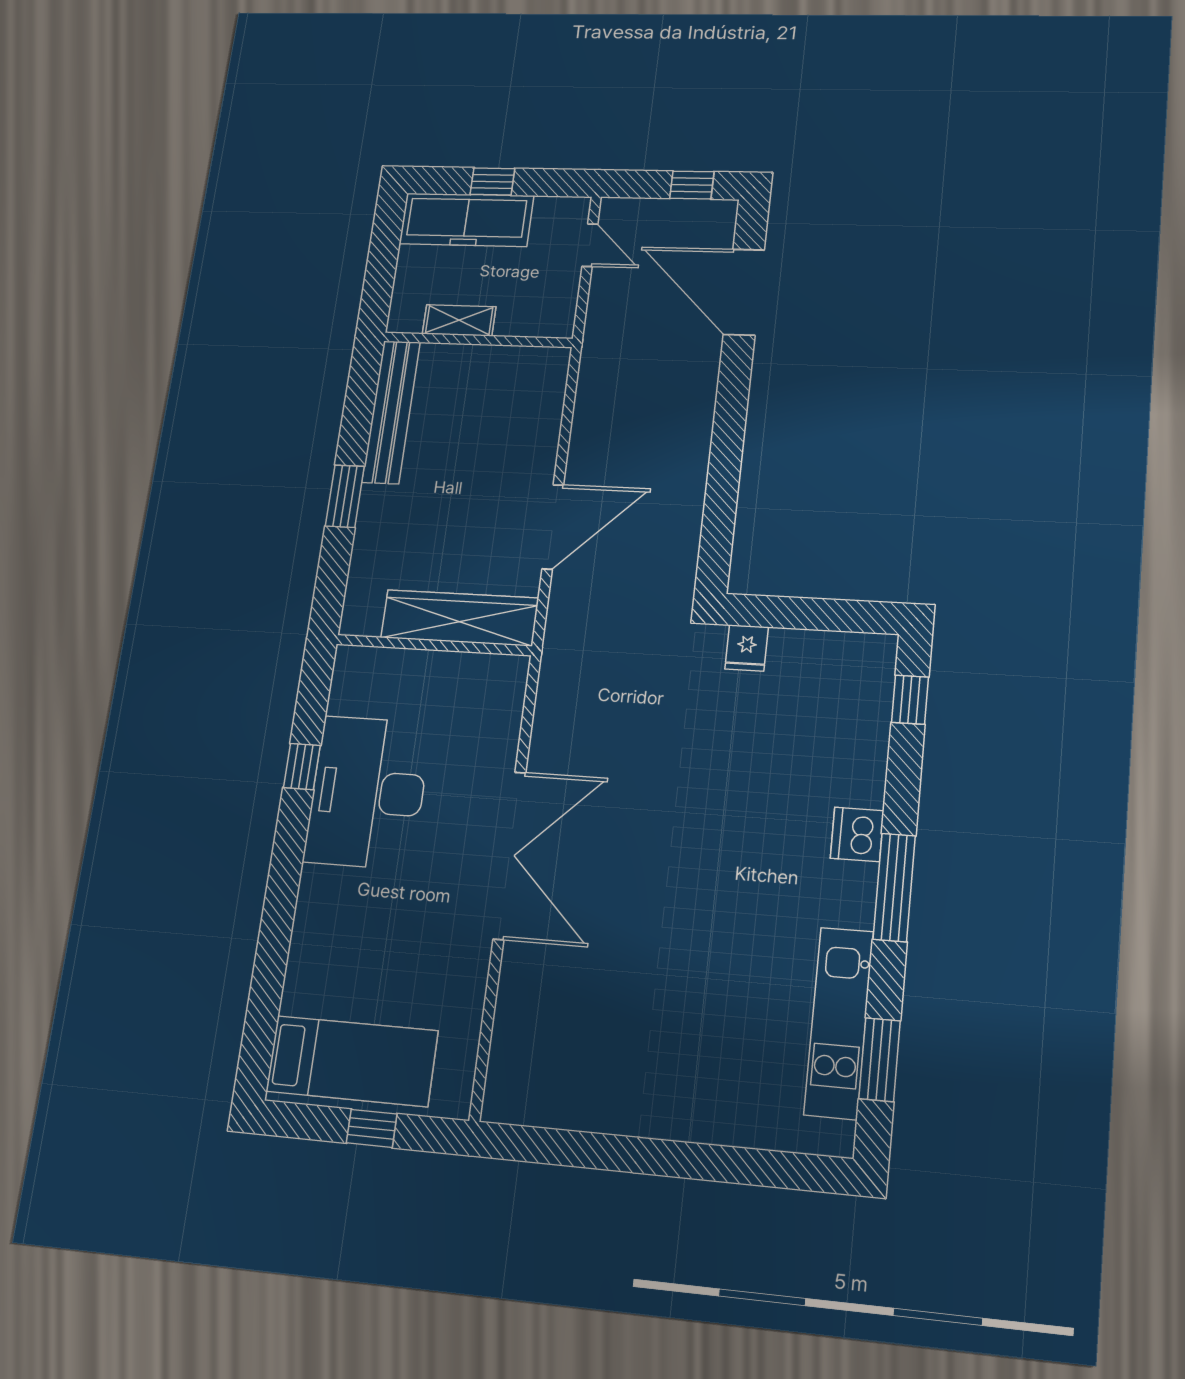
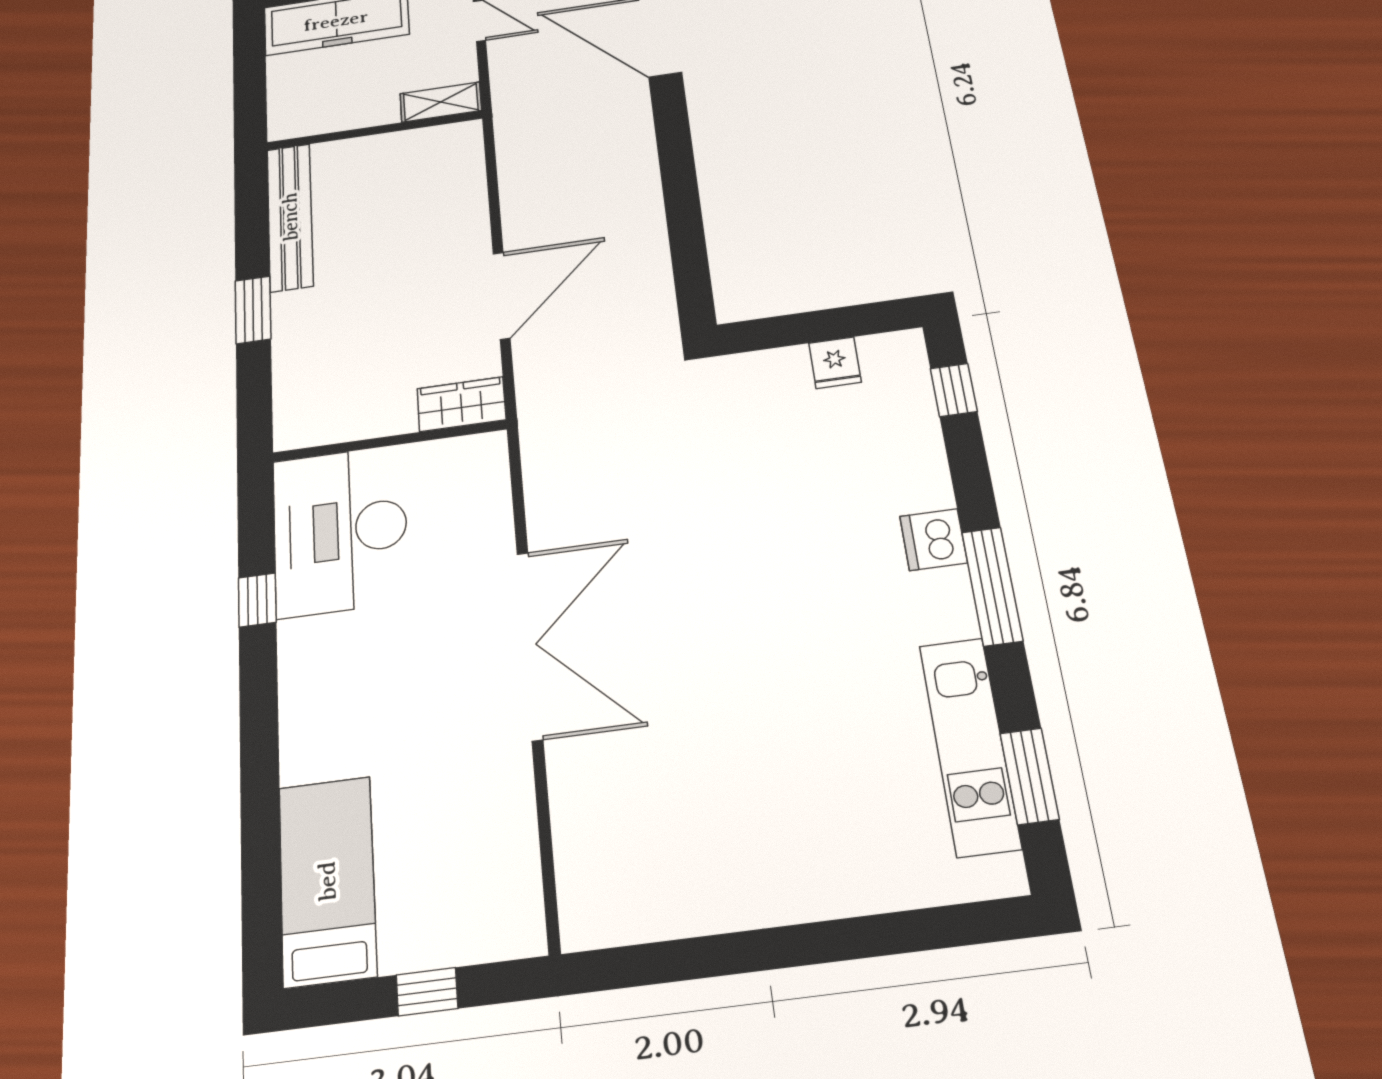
shelving: (459, 320) -> (441, 102), moved
wardrobe: (459, 618) -> (461, 404), width x0.48, depth x0.85
fridge: (747, 648) -> (835, 363), moved
desk: (368, 792) -> (340, 530), moved
bed: (352, 1061) -> (327, 881), moved, turned -90

